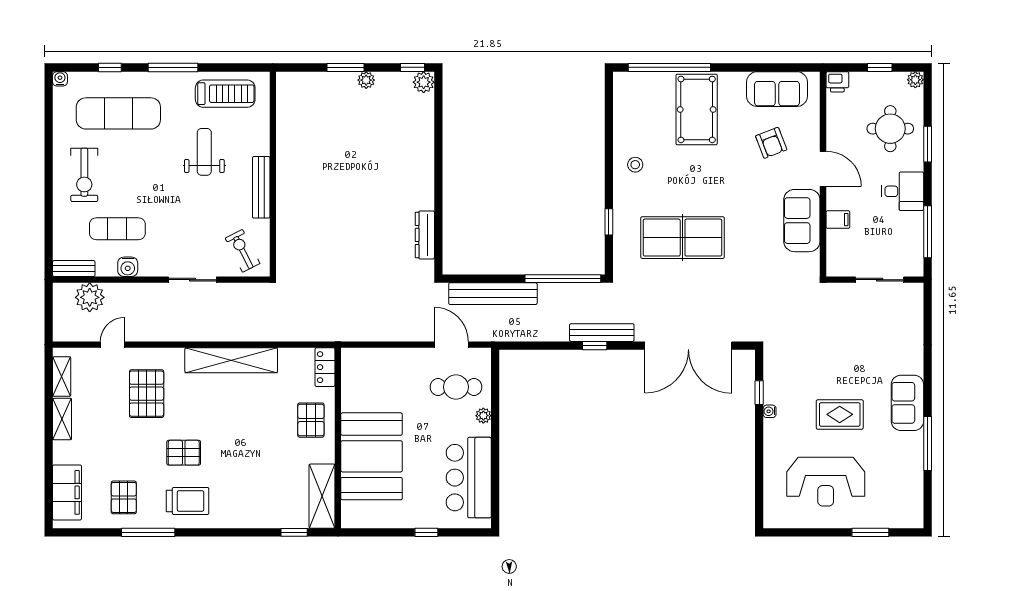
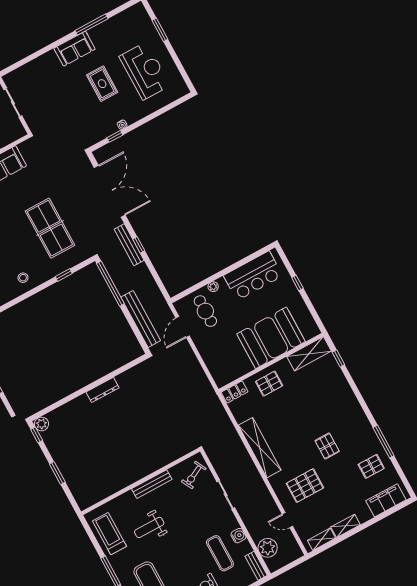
plant: (366, 80) -> (58, 457), removed
dresser: (425, 235) -> (103, 390), moved
trolley: (188, 501) -> (353, 429), removed

